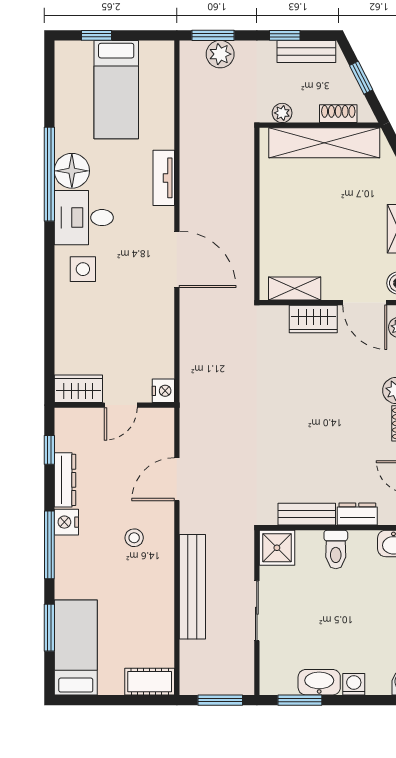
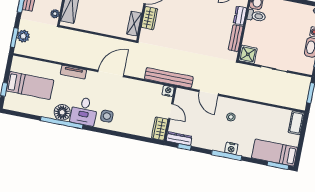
dresser: (65, 480) -> (179, 139), moved
nightstand: (66, 522) -> (231, 148), moved
toilet: (336, 549) -> (256, 16), moved
bench: (192, 587) -> (169, 78), moved
window: (49, 628) -> (278, 165), moved

